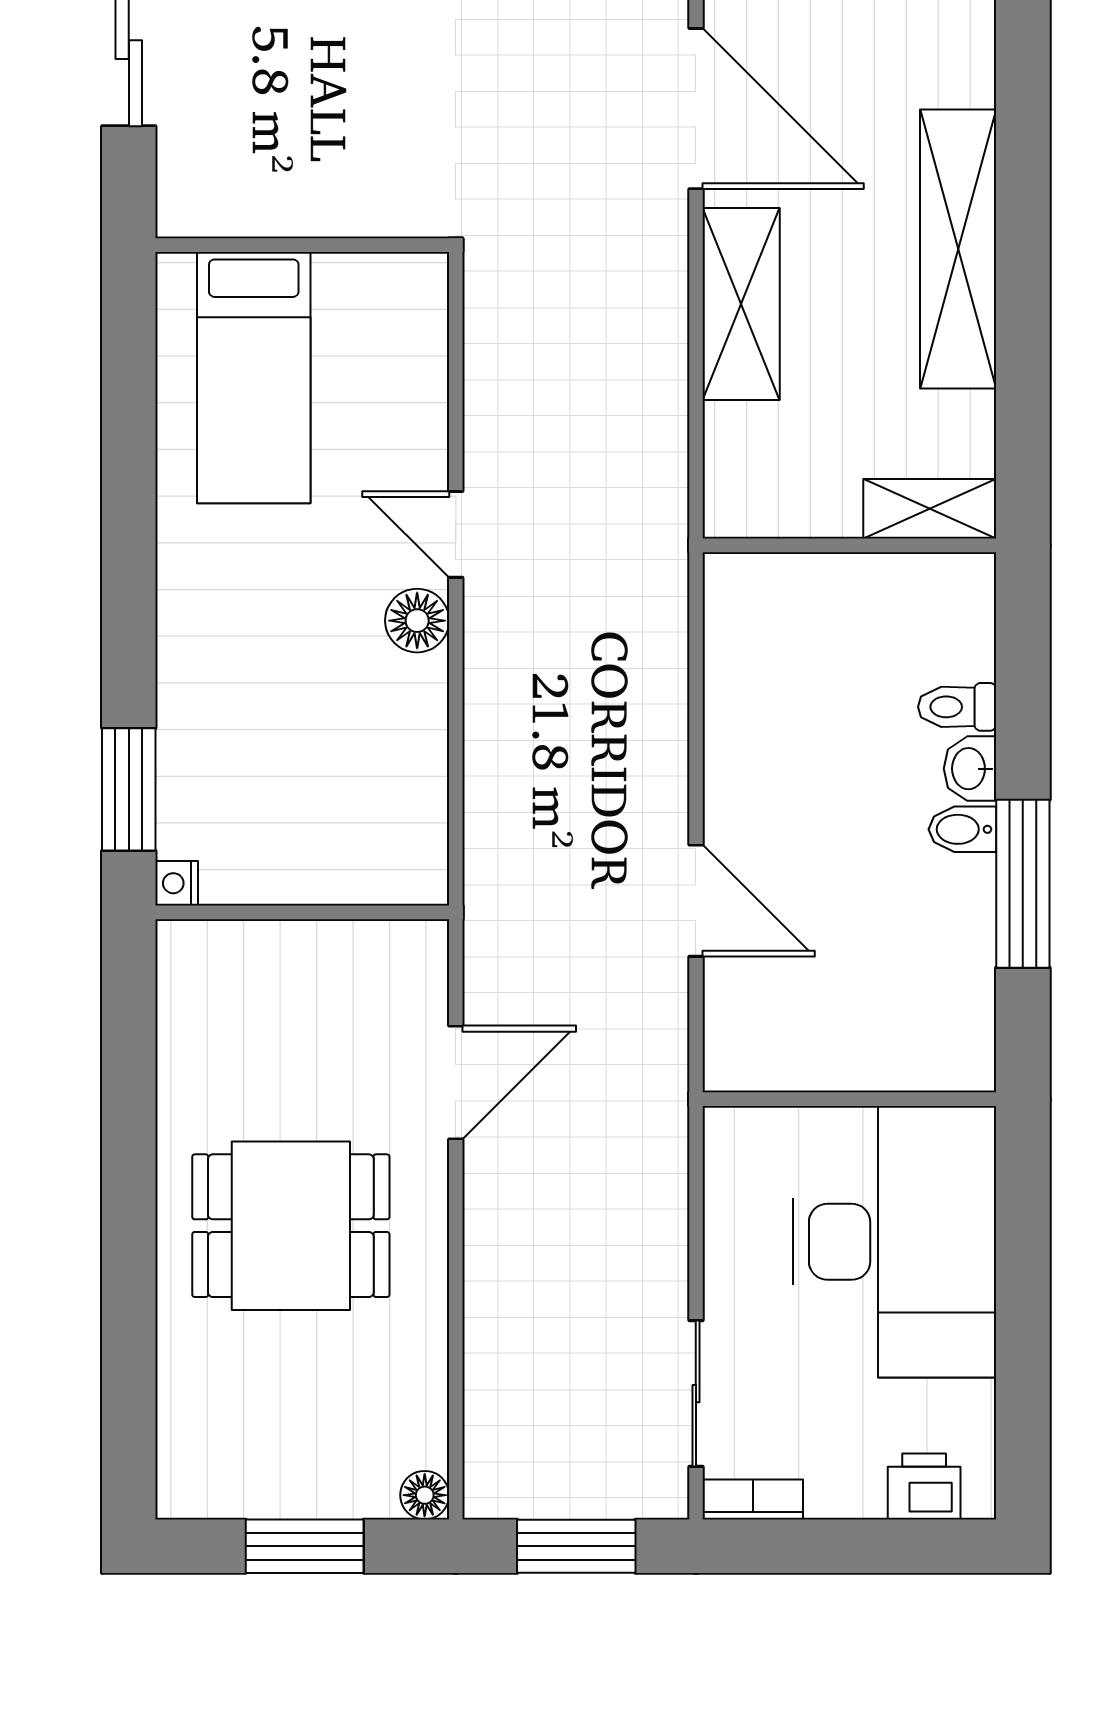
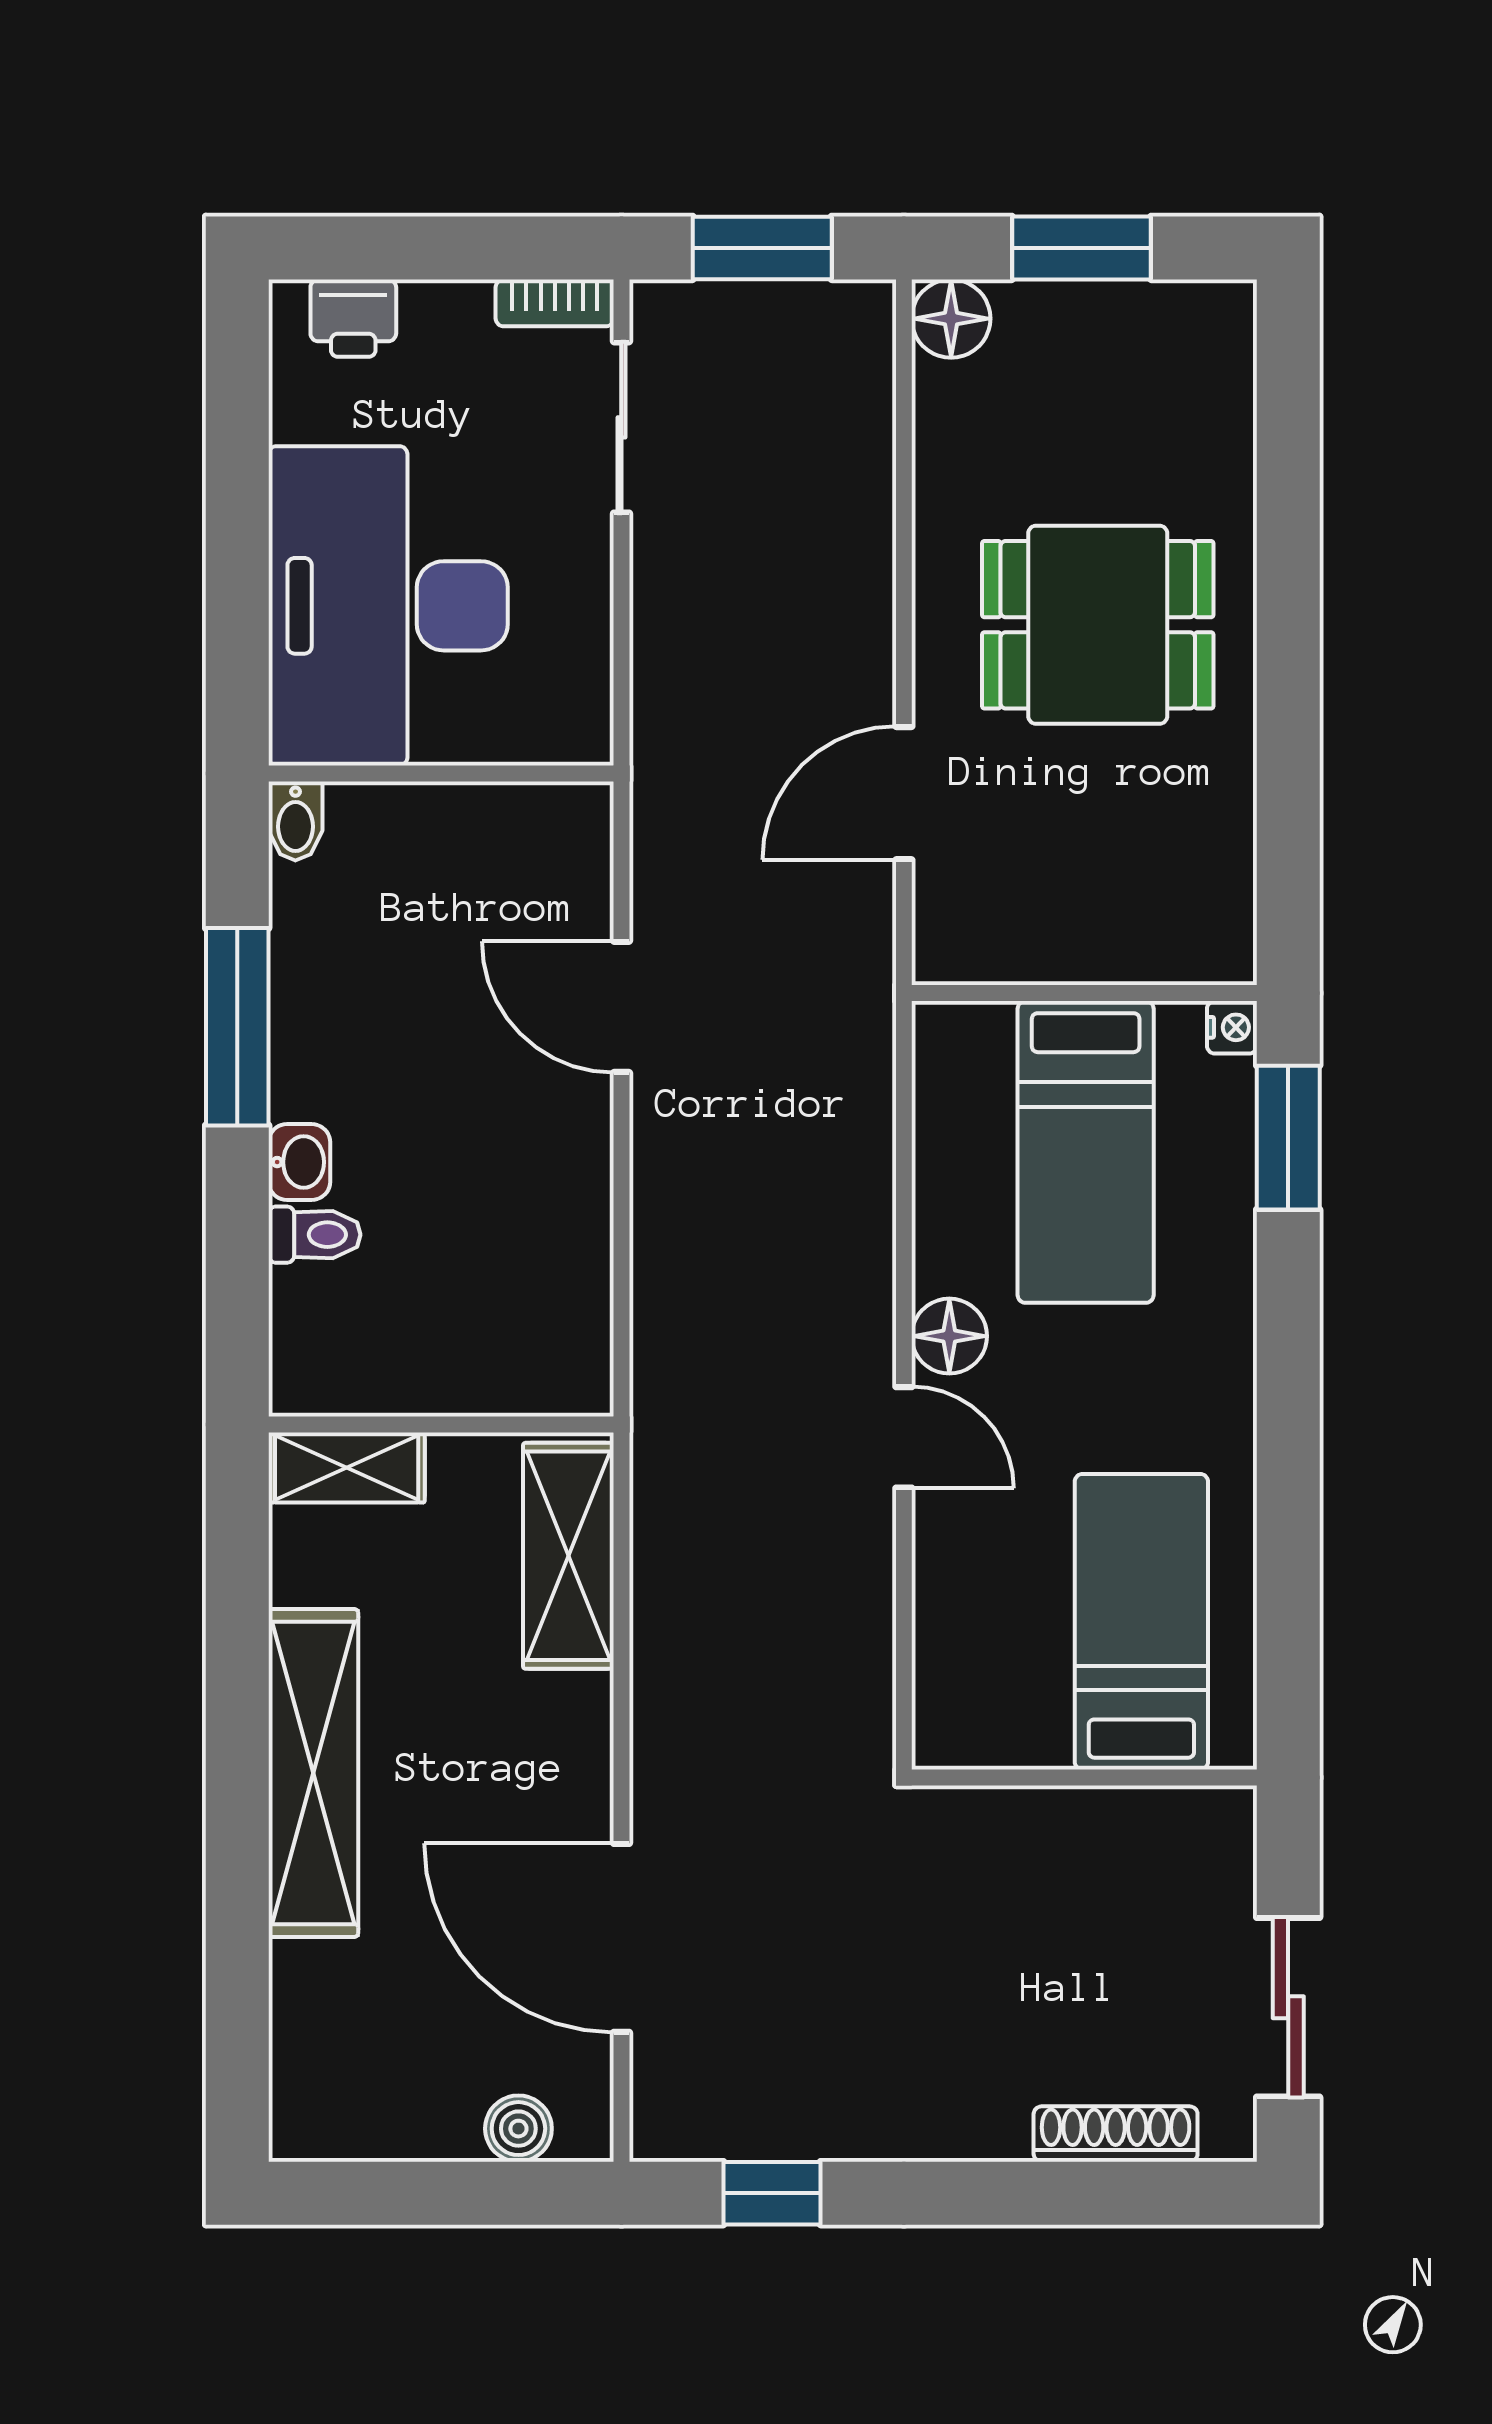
shelving: (741, 304) -> (568, 1556), moved
bed: (301, 777) -> (1086, 1152), added
bidet: (962, 829) -> (295, 821), moved, turned 90
floor lamp: (425, 1495) -> (951, 319), width x1.37, depth x1.37

